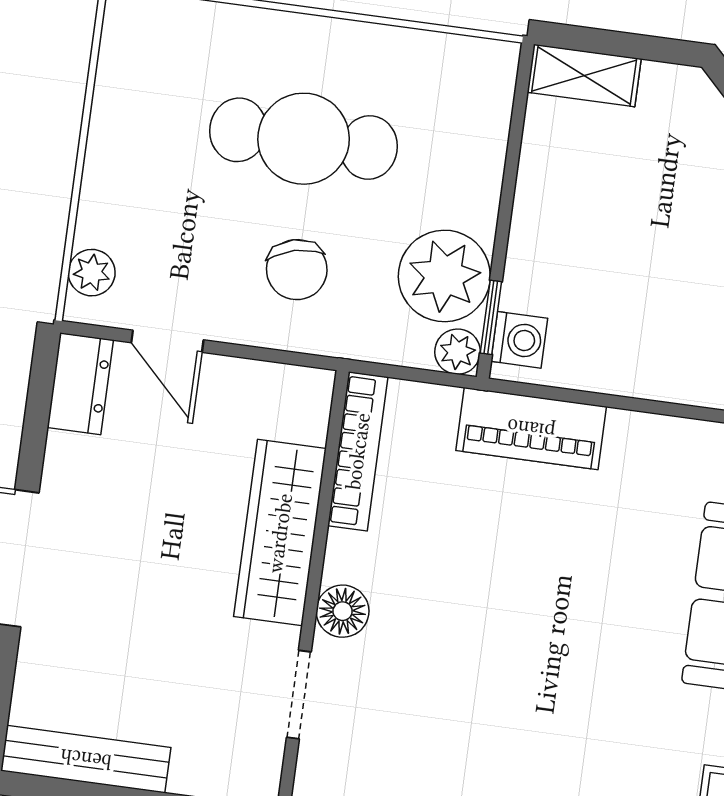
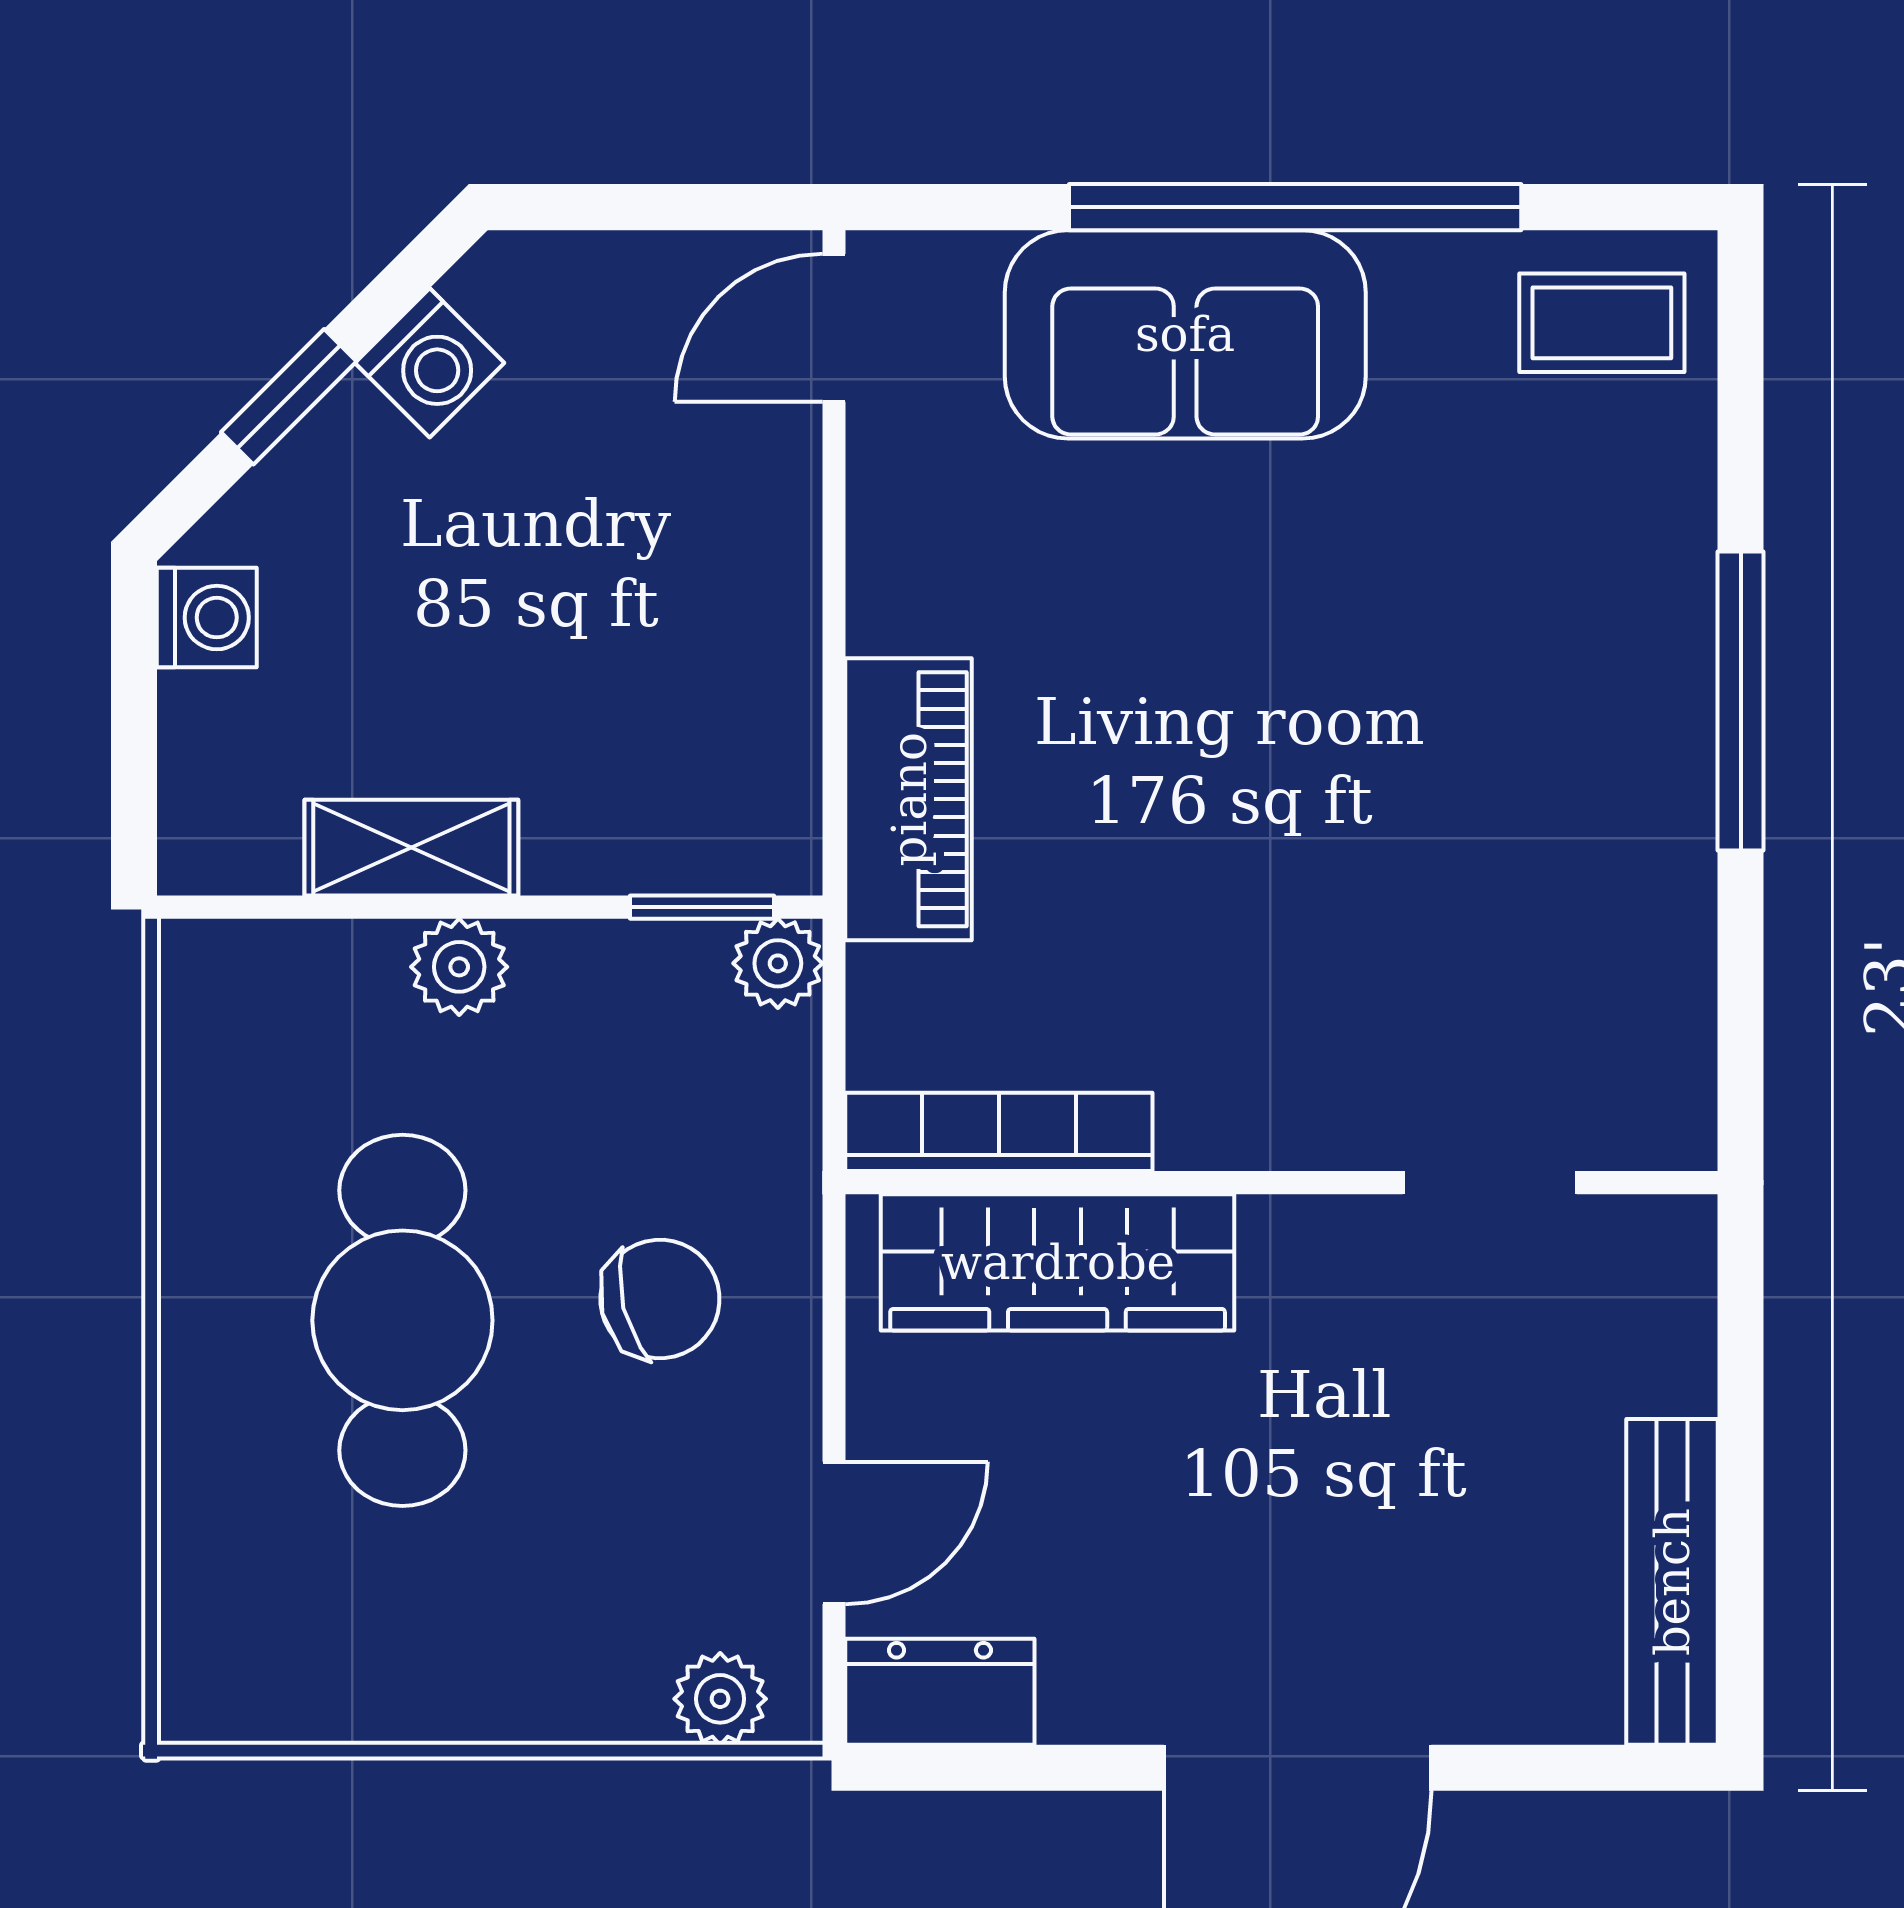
shelving: (584, 75) -> (411, 848), moved, turned 90
plant: (444, 276) -> (459, 967), moved, width x0.53, depth x0.53
washing machine: (519, 340) -> (207, 618), moved, turned 90
wardrobe: (280, 533) -> (1058, 1262), moved
floor lamp: (343, 611) -> (1315, 1119), removed

